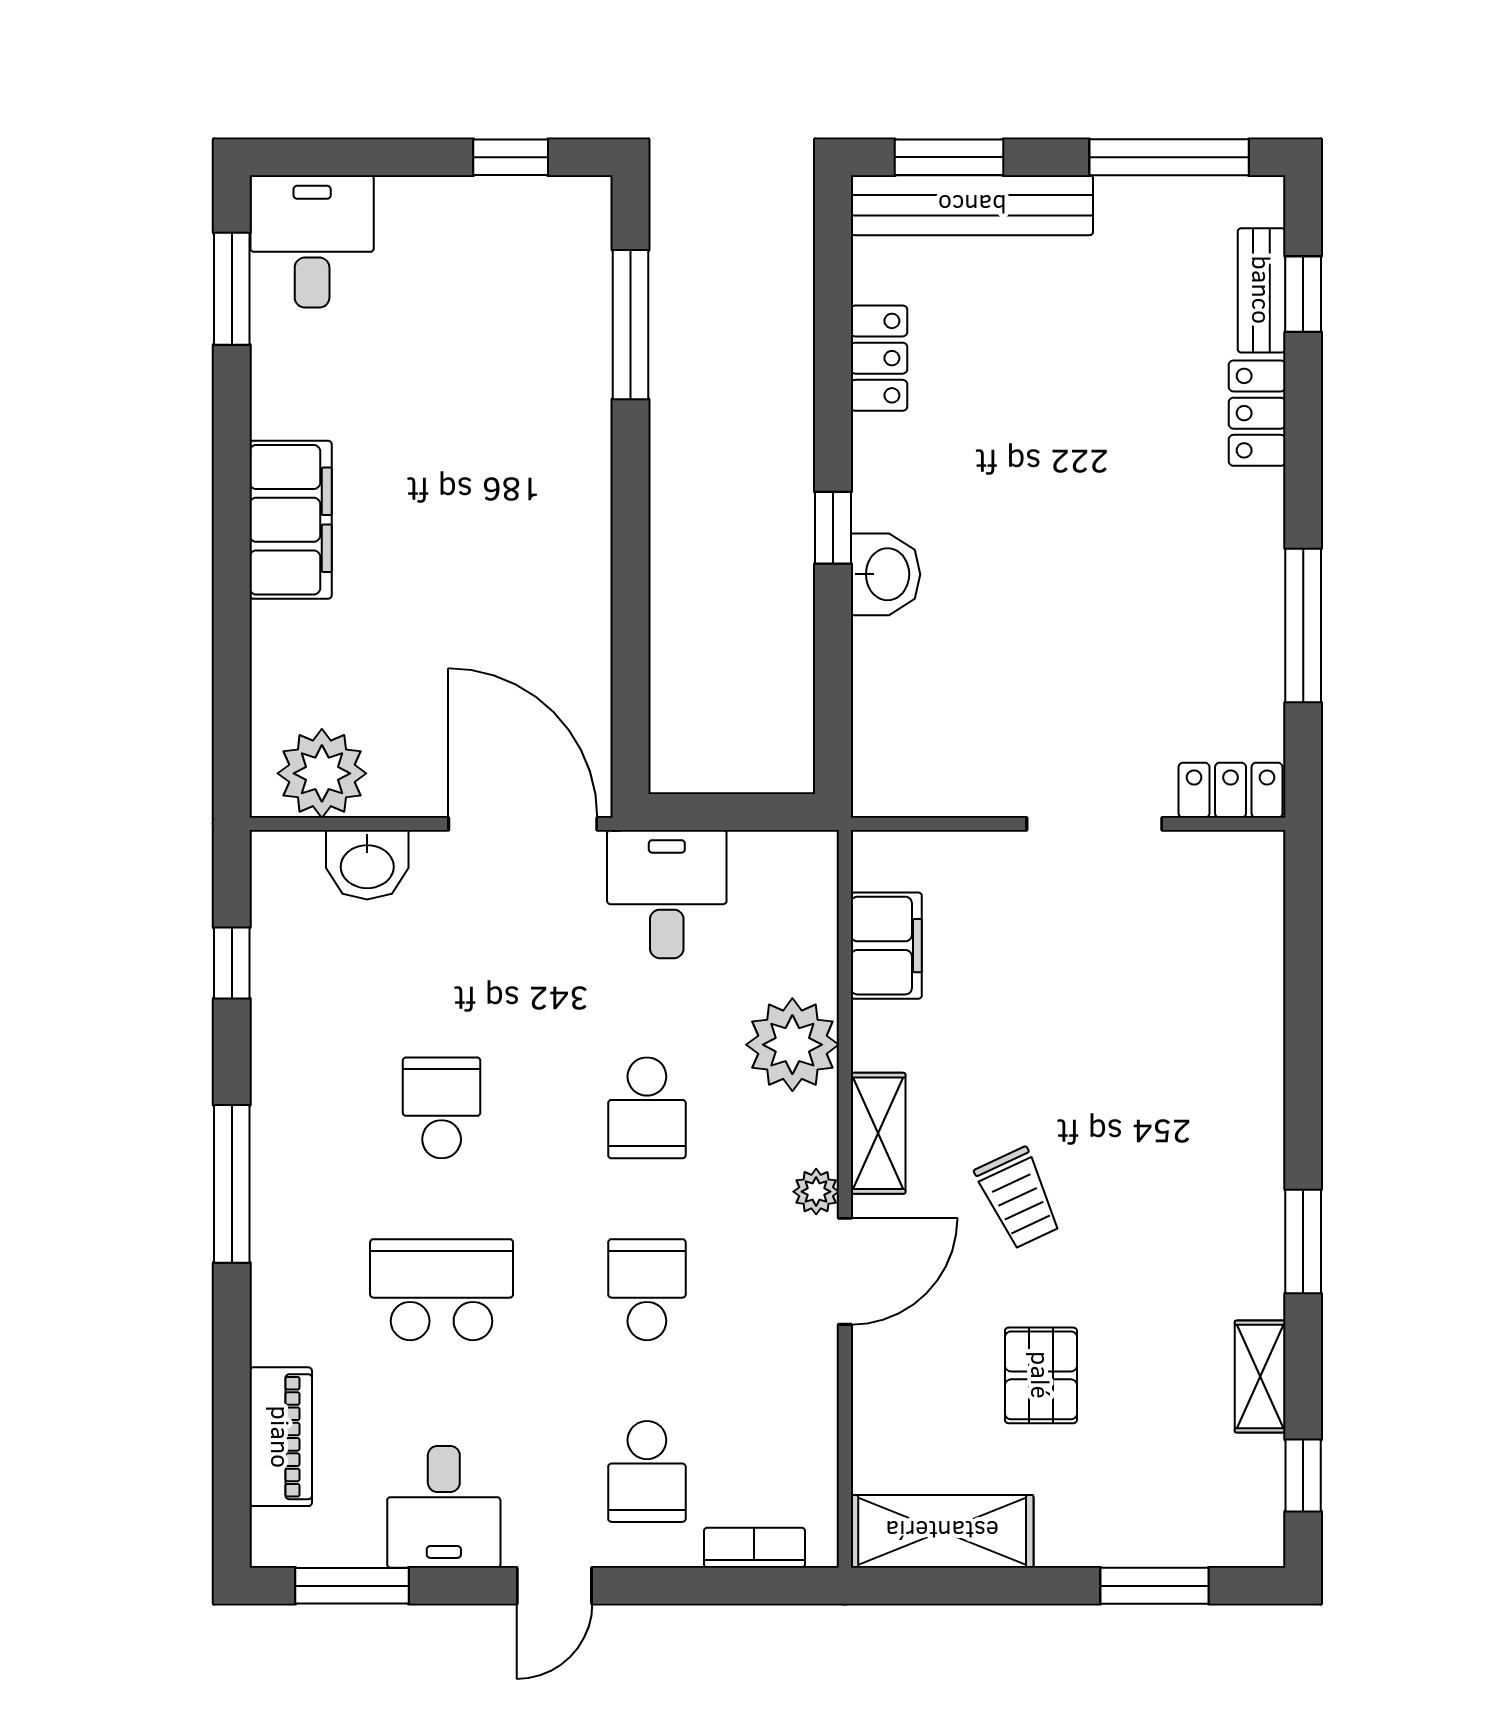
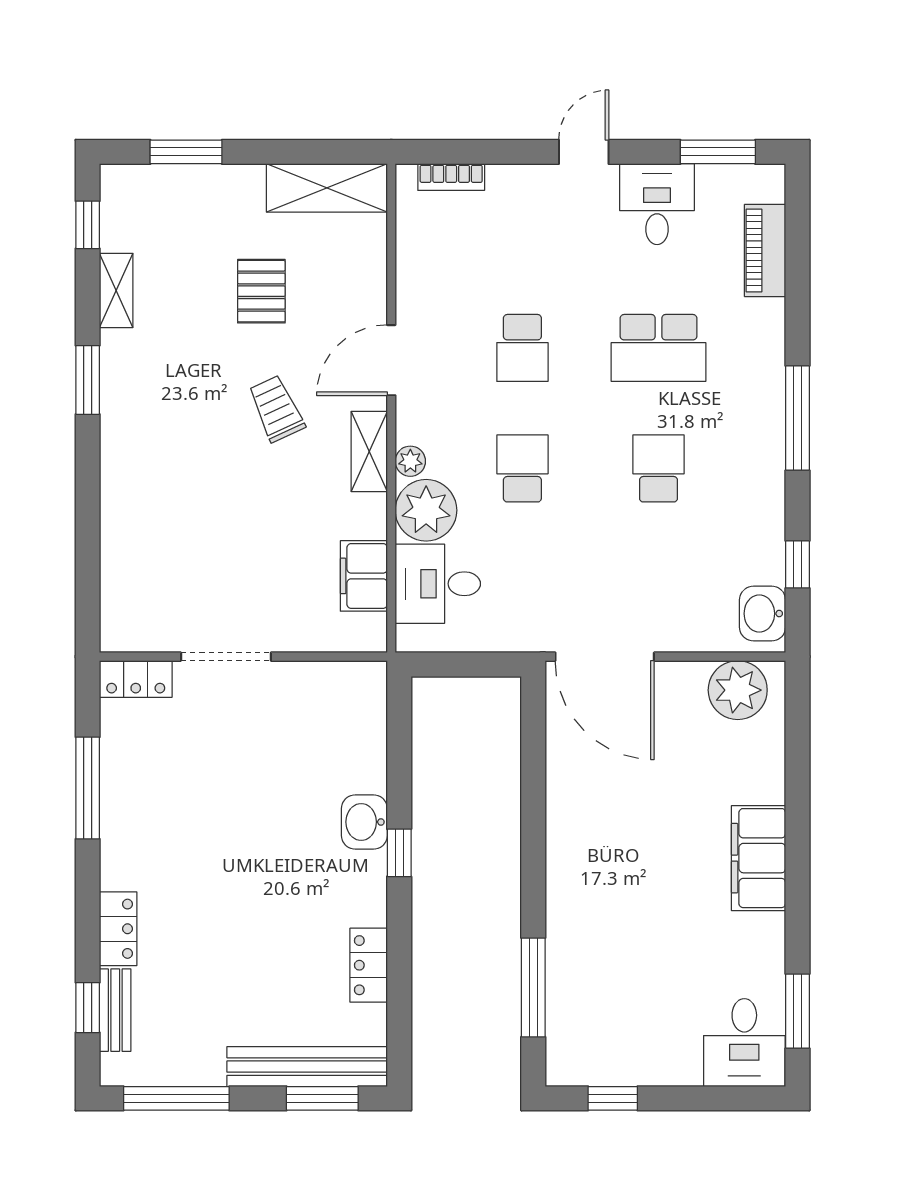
washbasin: (367, 865) -> (763, 614), moved, turned -90
desk: (667, 894) -> (438, 584), moved, turned 90
school desk: (442, 1108) -> (658, 468), turned 180
plant: (816, 1192) -> (410, 461), moved
school desk: (647, 1471) -> (522, 228), removed

